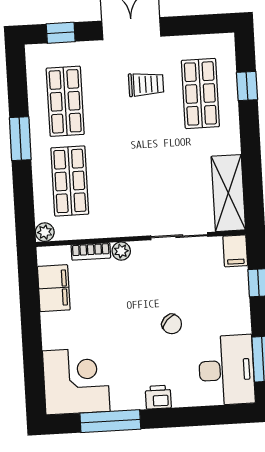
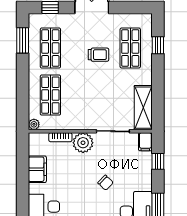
trolley: (146, 84) -> (99, 55), moved
window: (20, 139) -> (23, 40), moved
plant: (121, 251) -> (83, 143), width x1.87, depth x1.87
filing cabinet: (54, 288) -> (37, 169), moved

